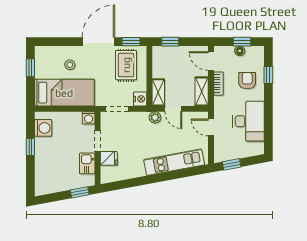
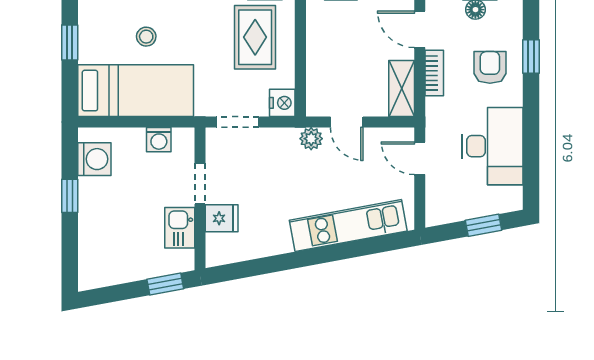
shelving: (158, 92) -> (318, 90), removed
washing machine: (89, 118) -> (159, 140), moved
window: (232, 164) -> (483, 225), moved

